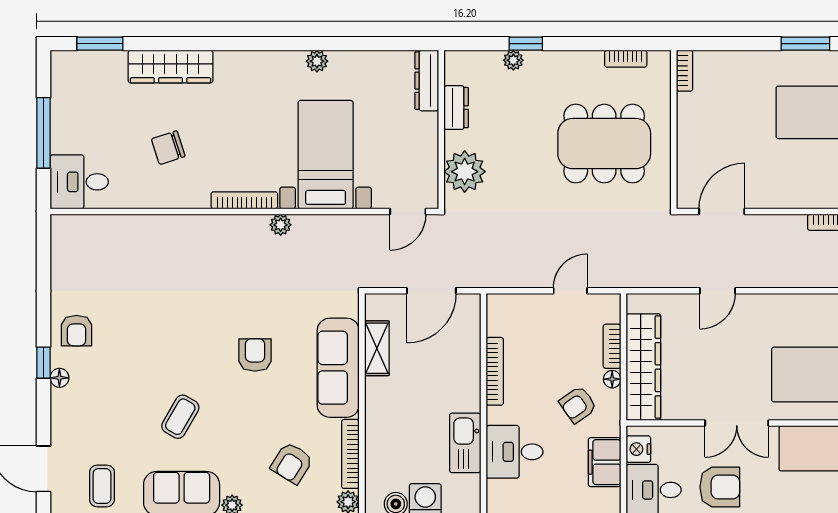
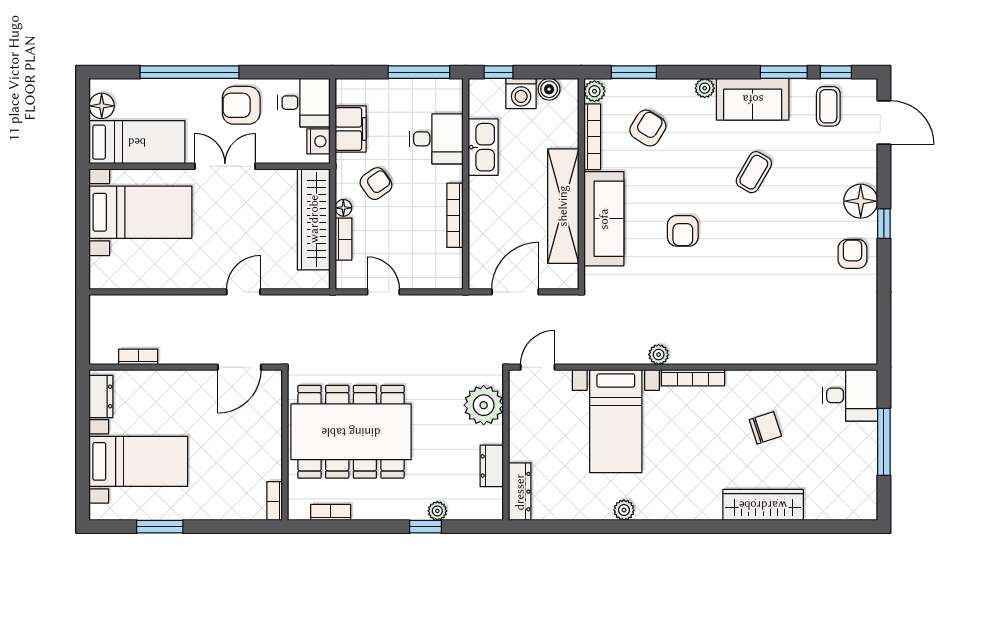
window: (100, 44) -> (830, 527), removed
dining table: (604, 144) -> (351, 432), width x1.36, depth x1.24
door: (570, 291) -> (383, 292), swing flipped
shelving: (377, 348) -> (563, 206), width x2.20, depth x1.33
floor lamp: (59, 378) -> (861, 201), width x1.89, depth x1.89

